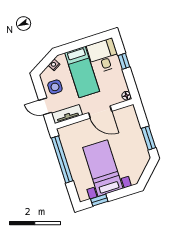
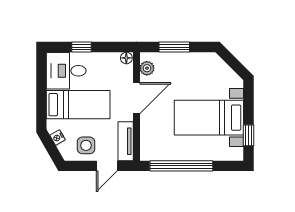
plant: (124, 113) -> (147, 68), added
window: (149, 138) -> (174, 47), moved

